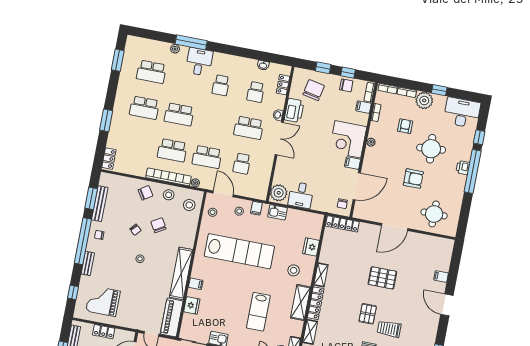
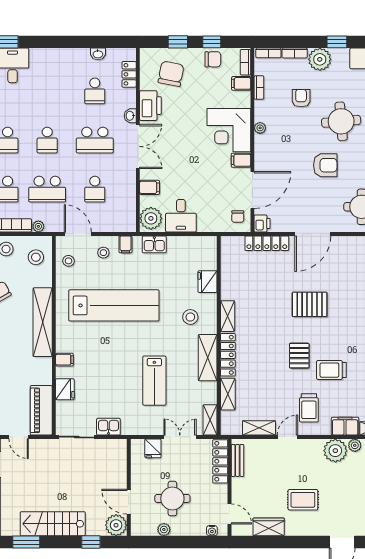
school desk: (221, 85) -> (47, 140), moved
filing cabinet: (282, 170) -> (149, 187), added
printer: (359, 212) -> (262, 223), added
locker: (342, 224) -> (267, 243), moved
shelving: (181, 273) -> (43, 322), moved

